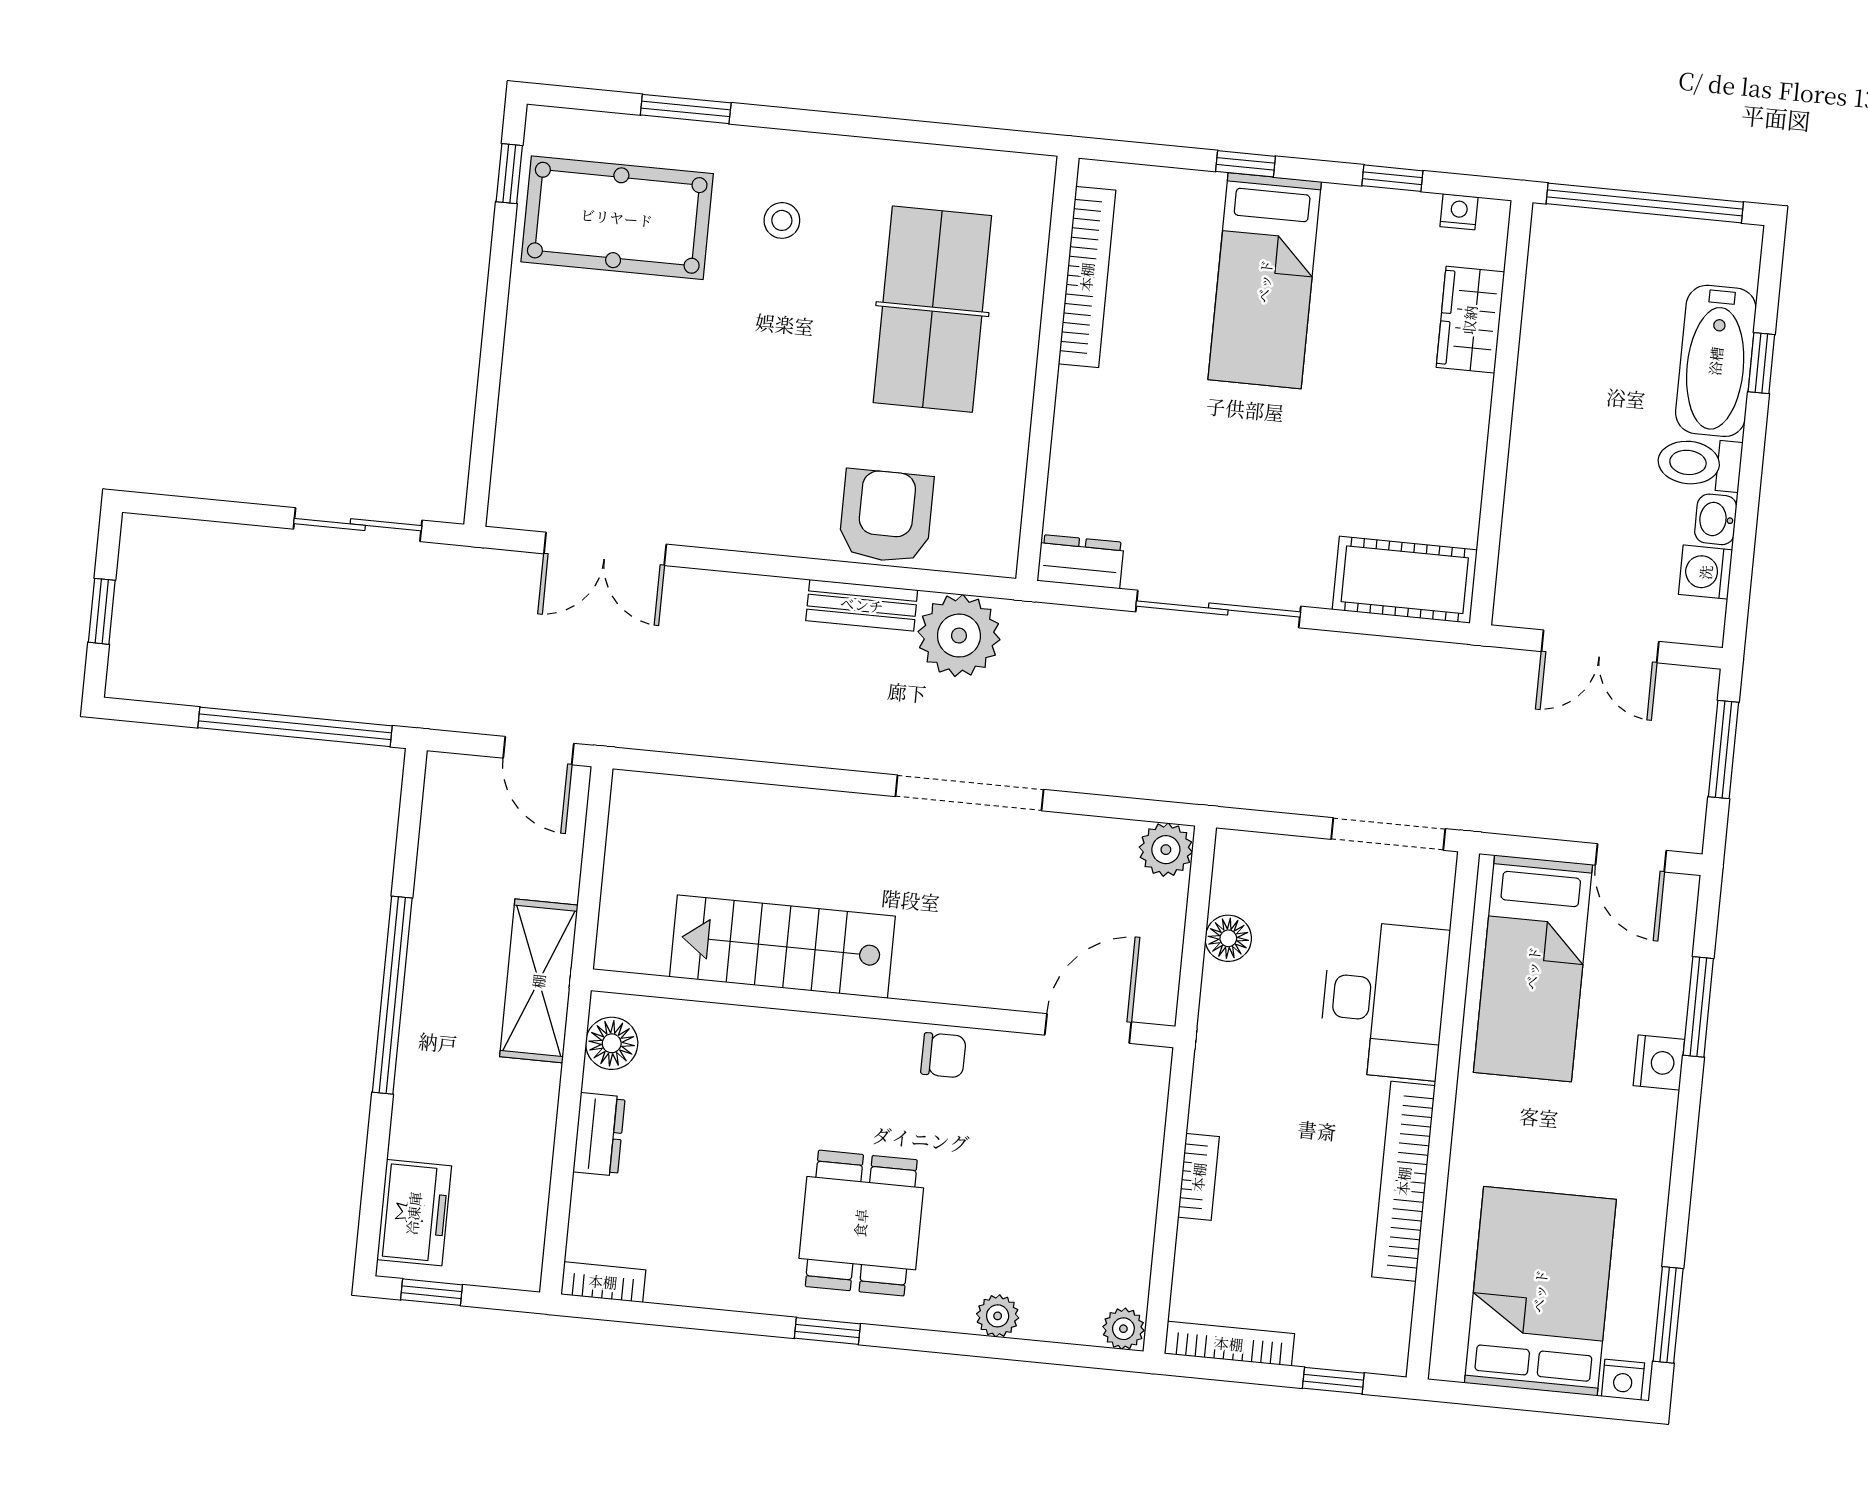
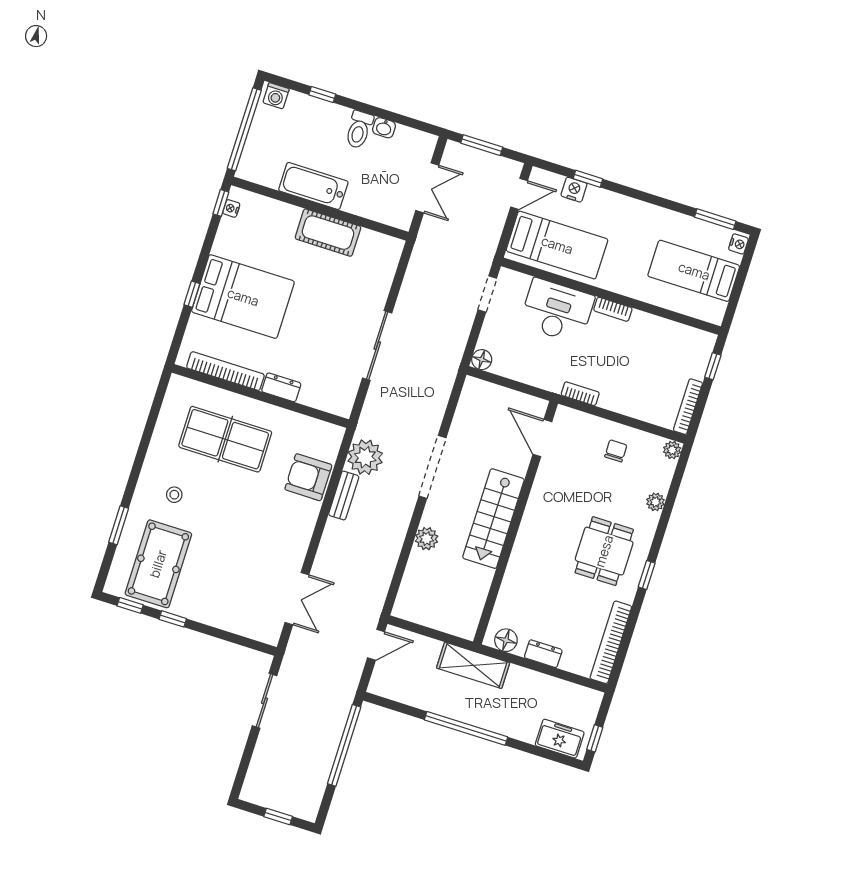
window: (1392, 178) -> (221, 203), moved
window: (499, 277) -> (173, 619), added
bed: (1265, 281) -> (243, 297), width x1.50
wardrobe: (1470, 320) -> (278, 213), removed
bathtub: (1716, 361) -> (313, 186), moved, turned 180
dresser: (1081, 562) -> (281, 387), moved, turned 90
washing machine: (1706, 572) -> (276, 96), moved
cot: (1405, 580) -> (328, 233), moved, turned 90
doorway: (1388, 834) -> (487, 294), width x0.73
plant: (1166, 850) -> (427, 539), moved
floor lamp: (1228, 938) -> (482, 360), moved
stairs: (782, 947) -> (493, 519), moved
window: (1698, 1007) -> (588, 179), width x0.67
chair: (943, 1055) -> (616, 451), moved
nightstand: (1659, 1063) -> (574, 190), moved
bookcase: (1199, 1177) -> (580, 394), moved
bookcase: (1404, 1181) -> (613, 309), width x0.43, depth x0.76
dining table: (861, 1223) -> (604, 551), turned 90
bookcase: (603, 1282) -> (611, 642), width x2.31, depth x1.31
bed: (1540, 1291) -> (694, 271), width x0.67

